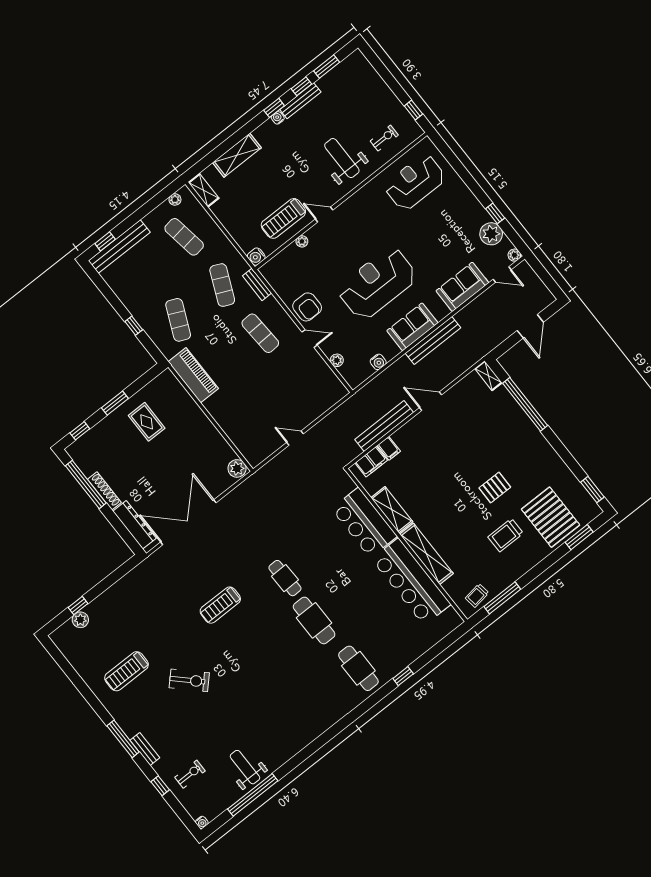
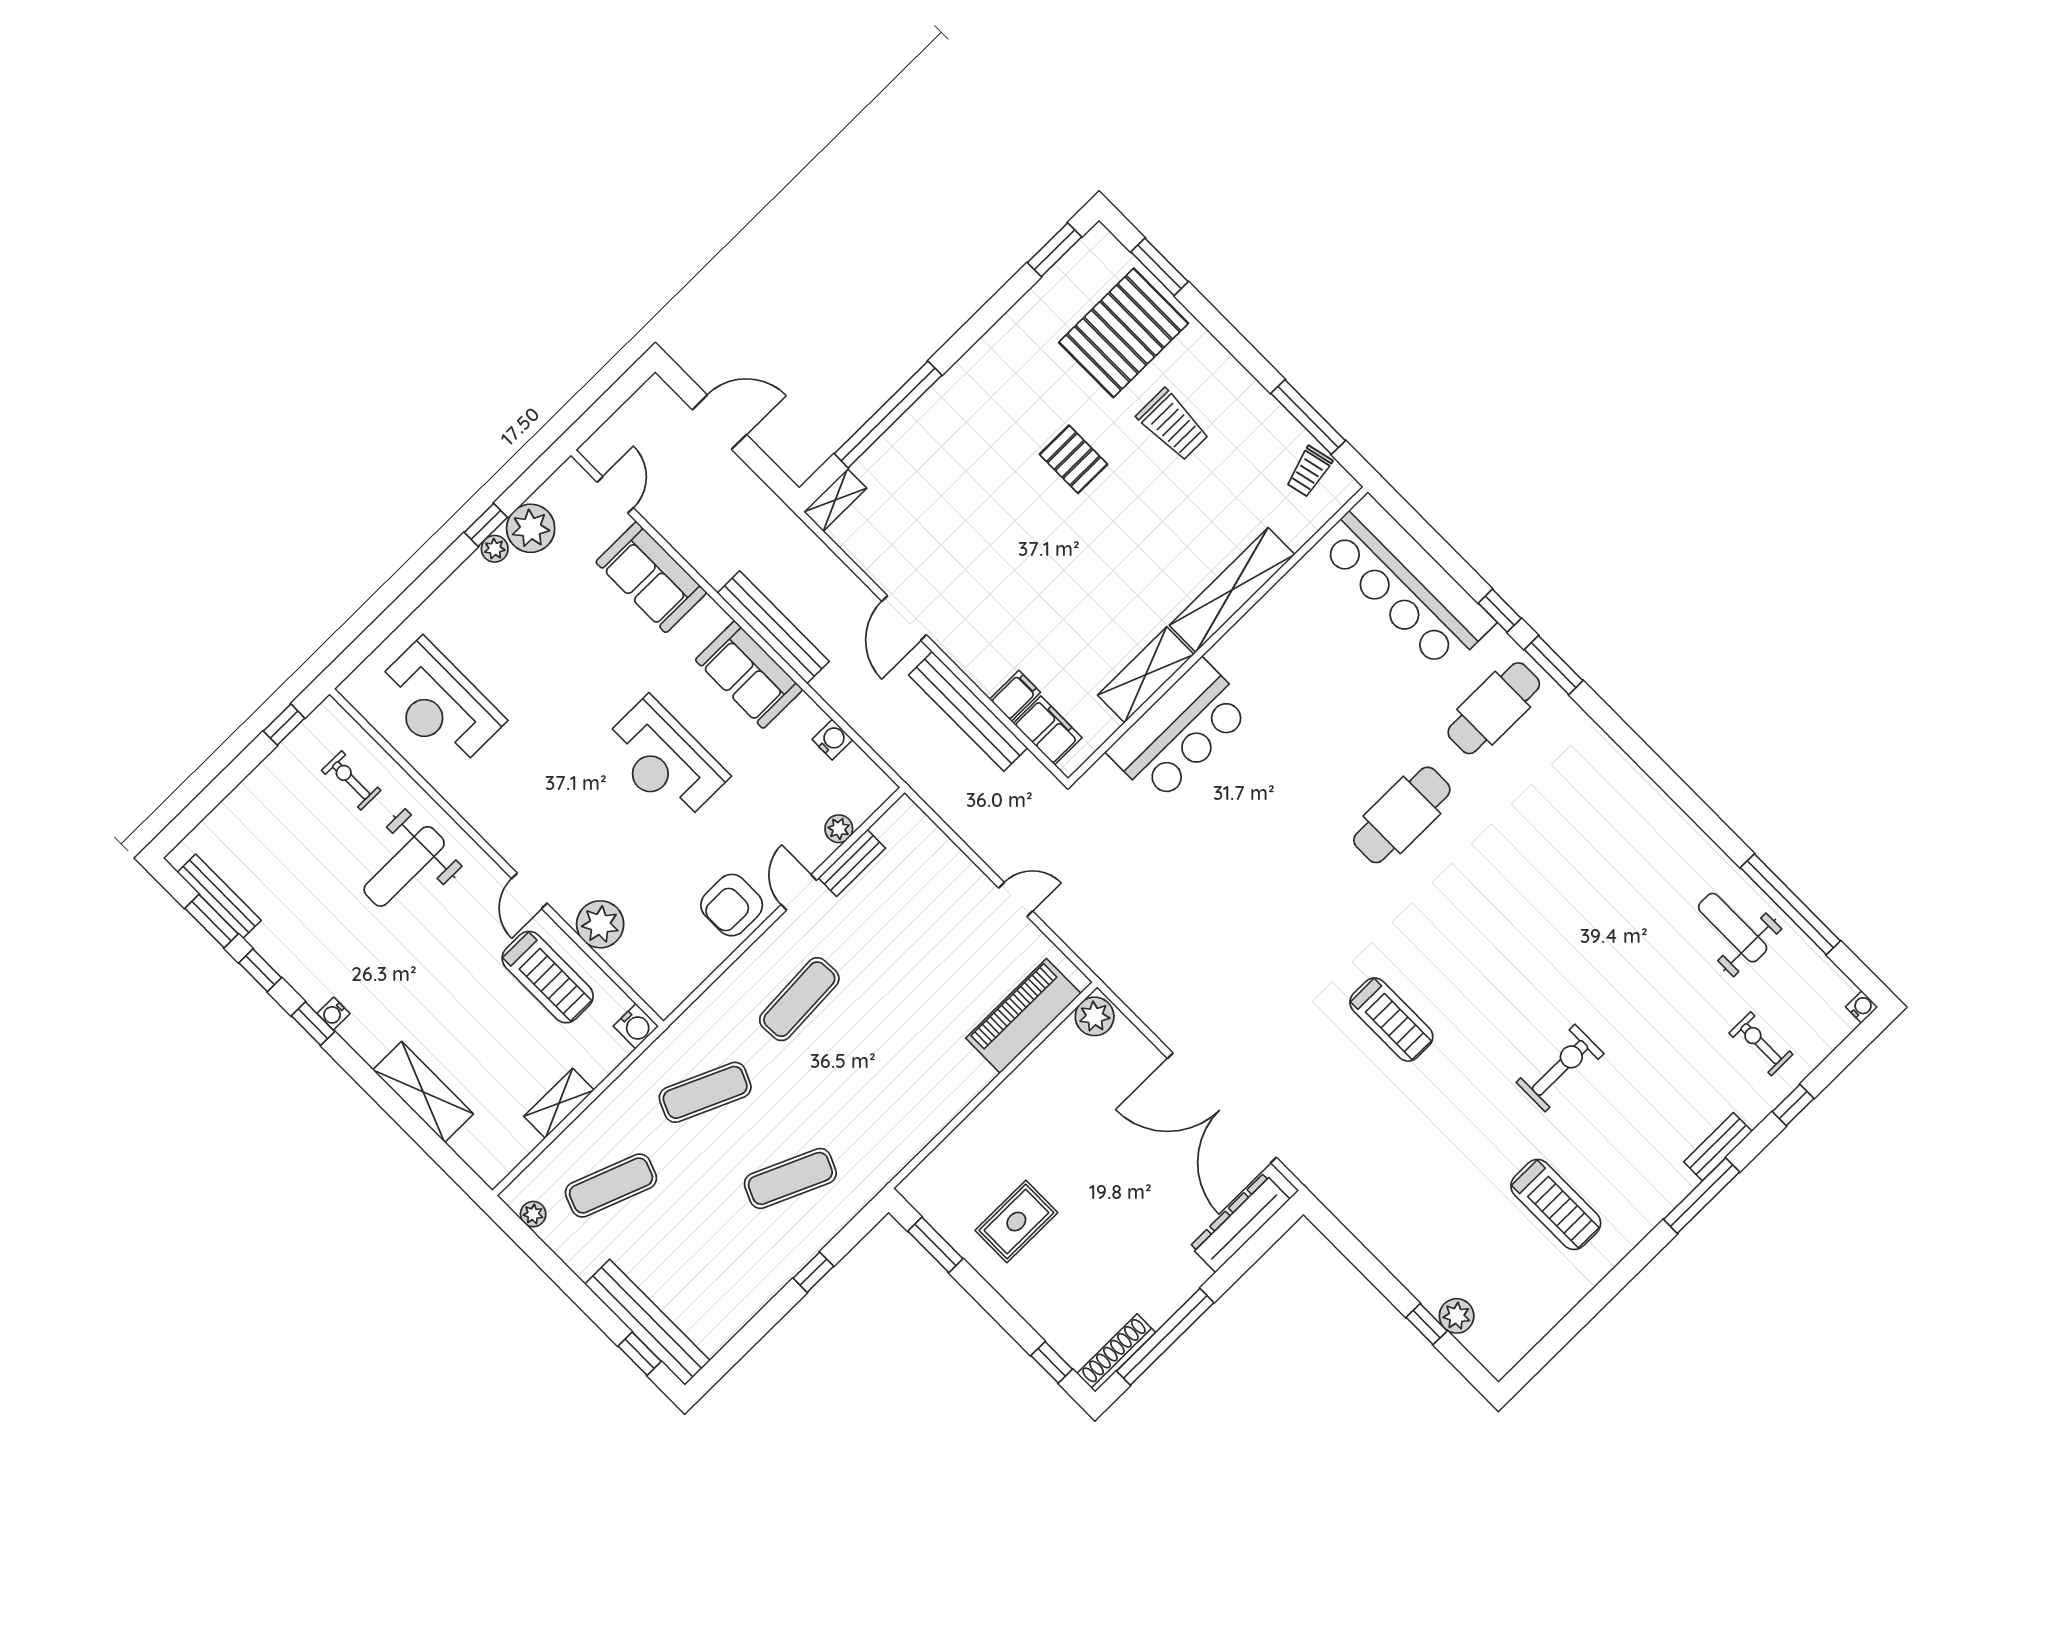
bench: (300, 101) -> (219, 896), moved
shelving: (204, 190) -> (559, 1103), moved
exercise mat: (184, 237) -> (611, 1186), turned 30
plant: (302, 241) -> (600, 924), width x1.88, depth x1.88
plant: (514, 255) -> (495, 549), moved
reception desk: (377, 283) -> (664, 760), width x0.74, depth x0.77
bench: (257, 284) -> (852, 863), moved
armchair: (307, 307) -> (732, 905), turned 180
piano: (193, 375) -> (1023, 1016), moved
window: (115, 403) -> (935, 1245), moved
door: (295, 438) -> (1016, 899), swing flipped
shoe rack: (104, 491) -> (1116, 1353), moved
cafe table: (285, 578) -> (1318, 887), removed
bar counter: (411, 582) -> (1406, 583), moved, turned 90
trolley: (477, 595) -> (1309, 472), turned 85
exercise bike: (189, 680) -> (1560, 1068), turned 46
window: (375, 698) -> (1554, 665), added
weight bench: (245, 767) -> (1733, 928), turned 90

